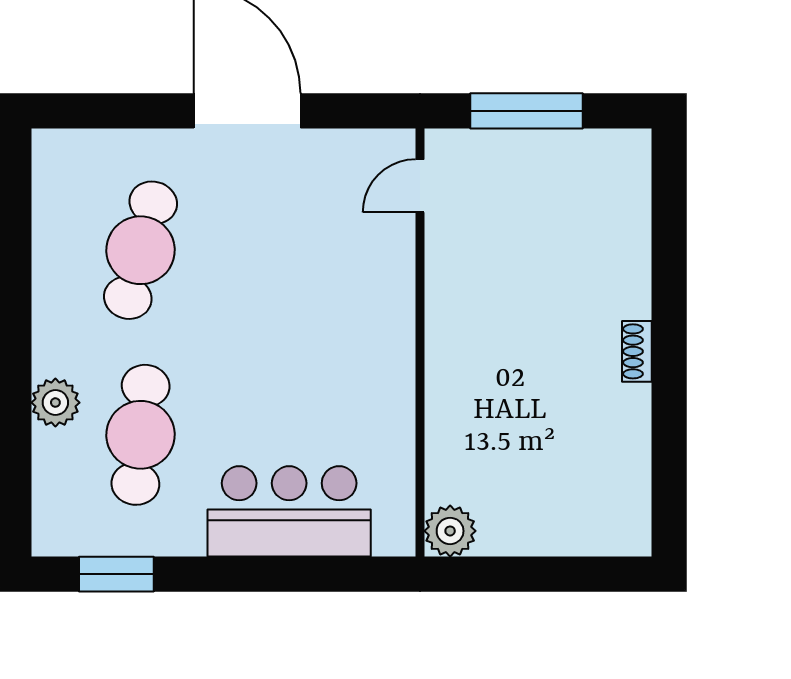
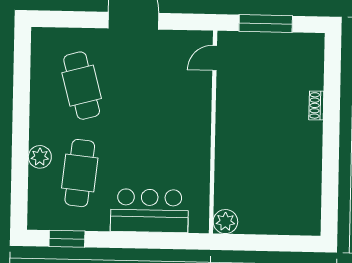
cafe table: (141, 250) -> (82, 86), turned -30
shoe rack: (637, 351) -> (316, 105), moved

